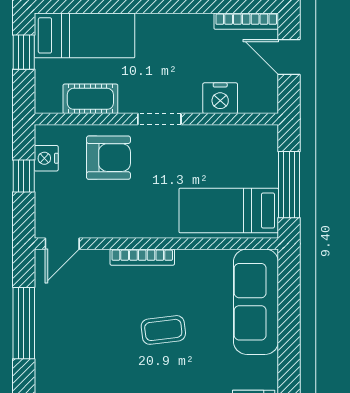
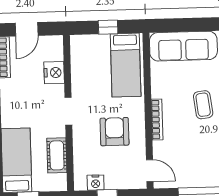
armchair: (108, 158) -> (115, 132), moved
window: (289, 185) -> (108, 27), width x0.46

